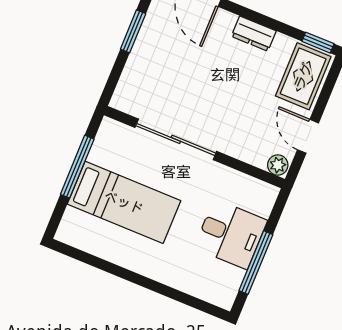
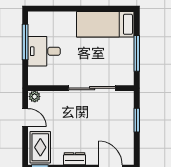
window: (133, 31) -> (137, 120), moved
bed: (124, 202) -> (105, 24), moved

